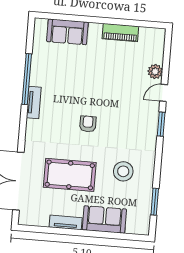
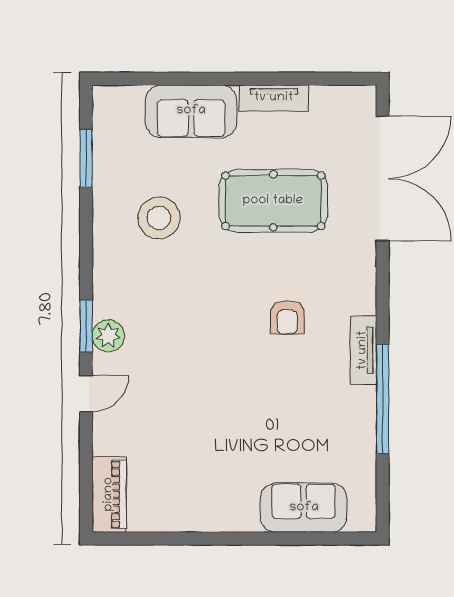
piano: (120, 33) -> (109, 494), moved, turned 90
plant: (155, 72) -> (108, 336), moved
armchair: (88, 124) -> (287, 317), moved

